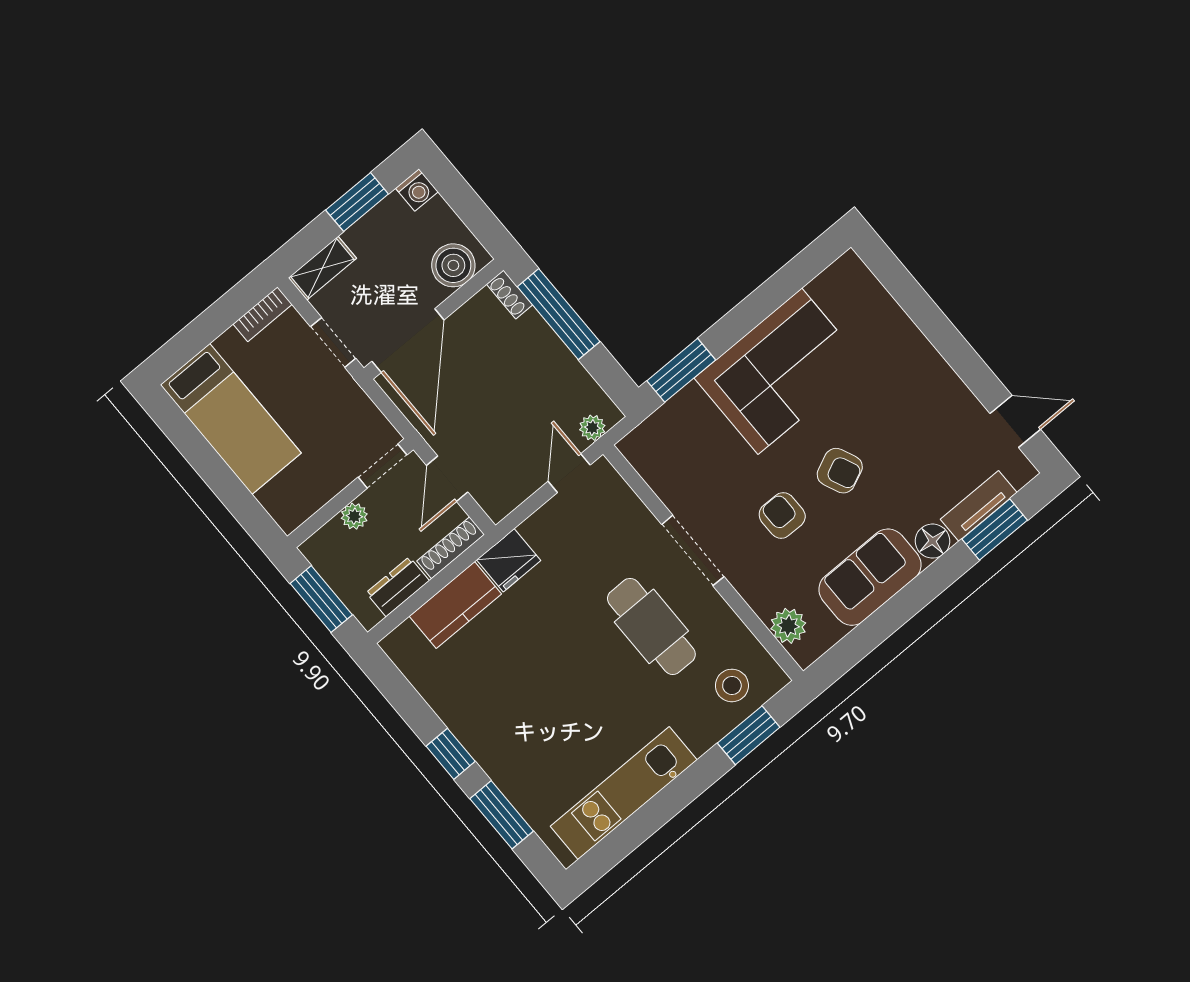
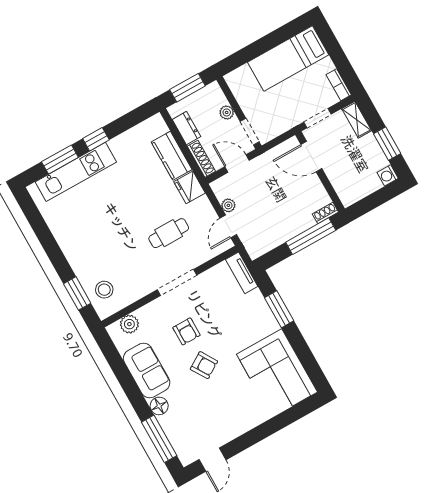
boiler: (453, 265) -> (346, 187), removed
door: (408, 341) -> (311, 157), width x0.73
window: (681, 370) -> (279, 309), moved
corner sofa: (780, 371) -> (277, 373), moved
plant: (592, 428) -> (228, 205), moved
armchair: (840, 471) -> (204, 365), turned -98
door: (569, 473) -> (228, 226), swing flipped
tv unit: (979, 506) -> (242, 273), moved, turned 180
armchair: (782, 515) -> (186, 331), turned 90
window: (995, 530) -> (159, 439), width x1.44
cafe table: (651, 626) -> (169, 233), moved, width x0.73, depth x0.74
kitchen unit: (624, 793) -> (76, 172), moved, turned 90

